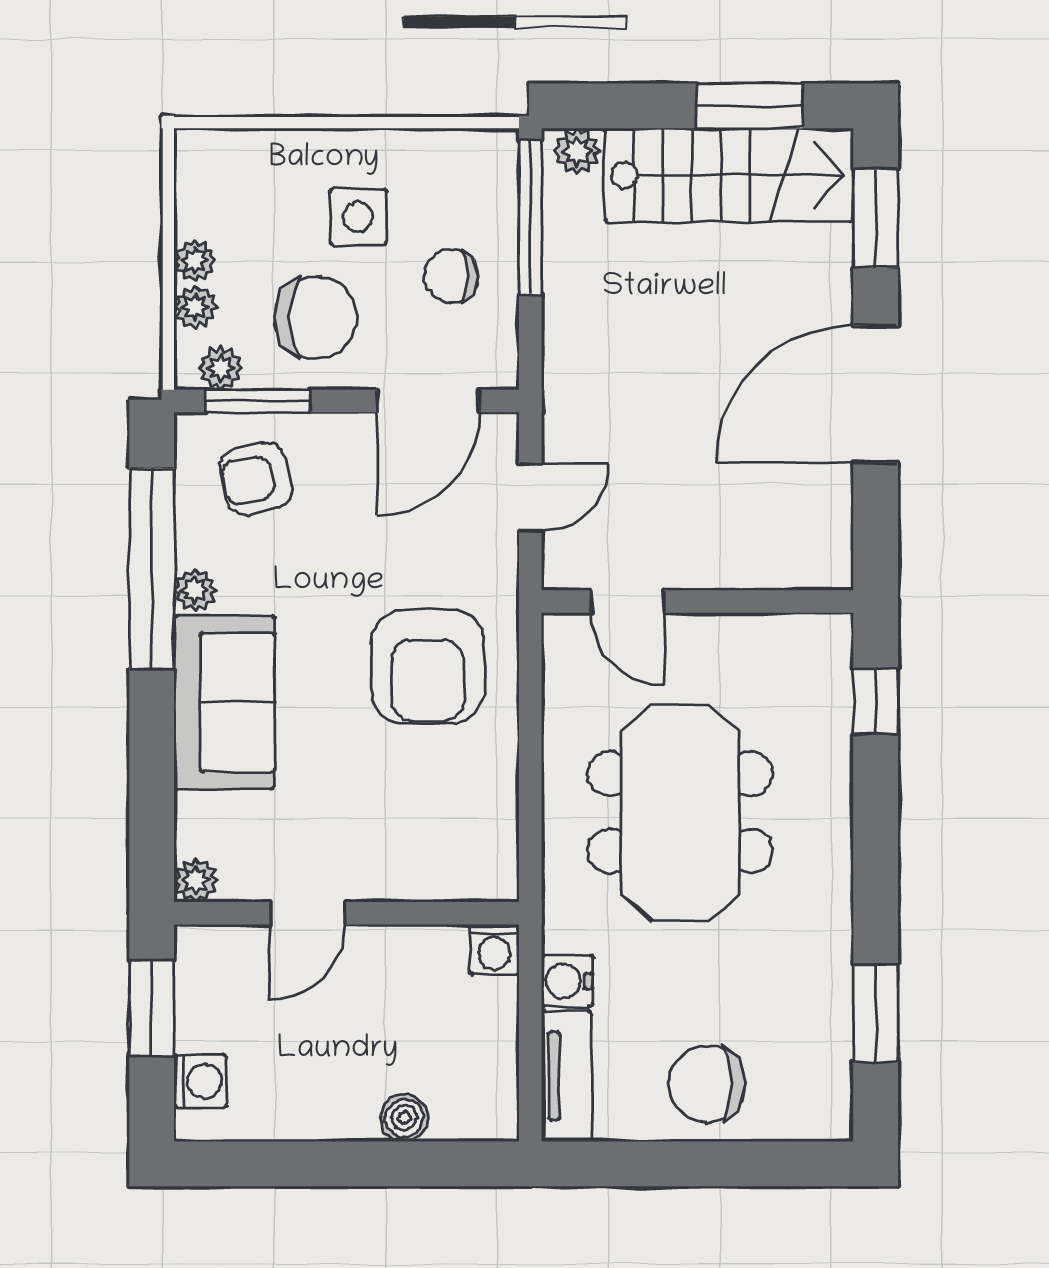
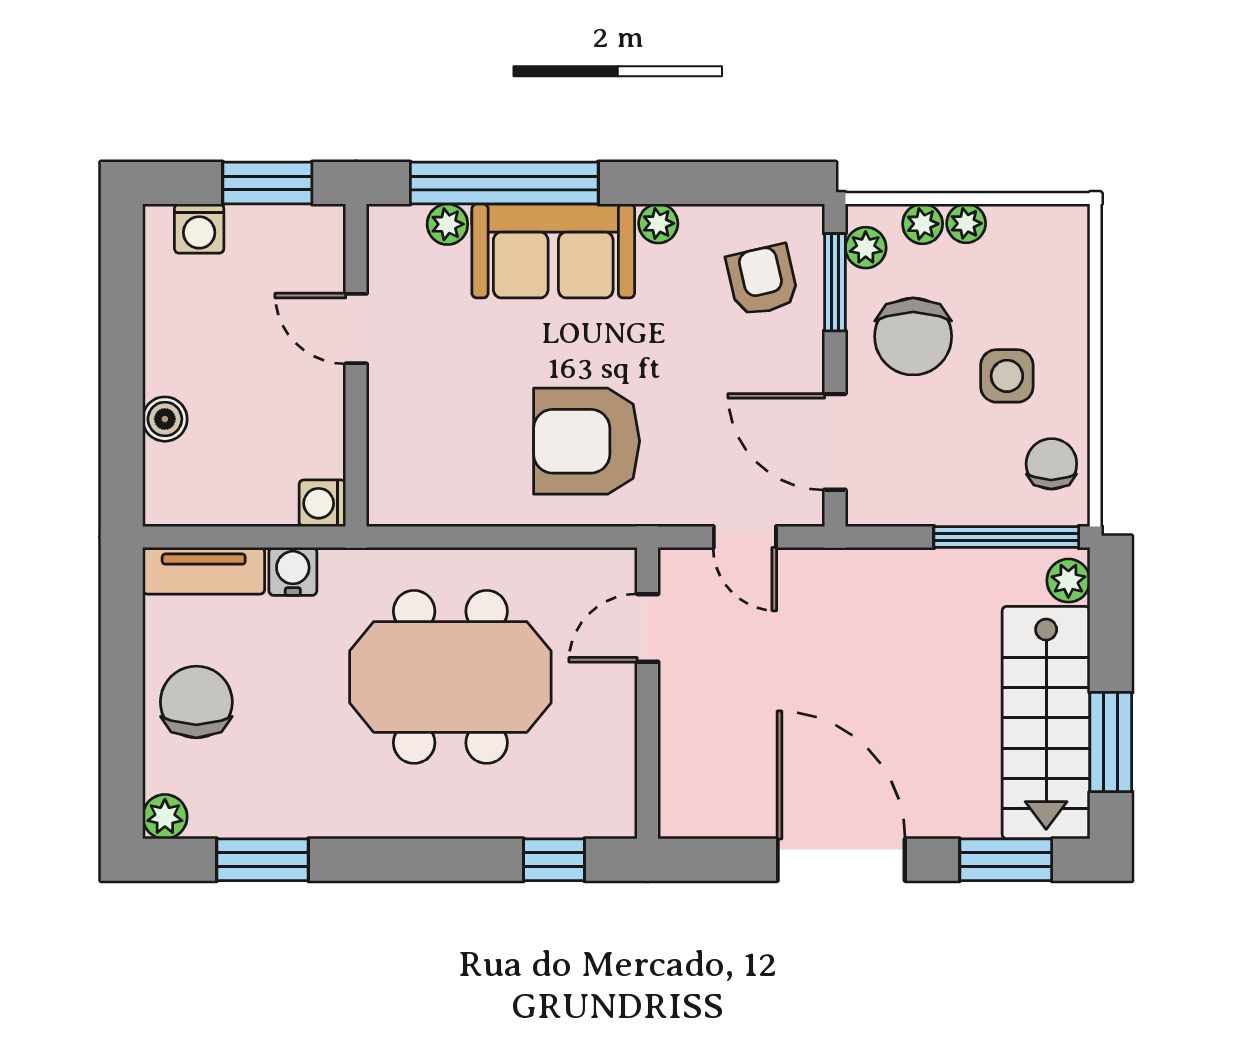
chair: (451, 276) -> (1051, 464), moved
window: (152, 569) -> (504, 183), moved
plant: (196, 880) -> (447, 224), moved
plant: (830, 1118) -> (165, 817), added

